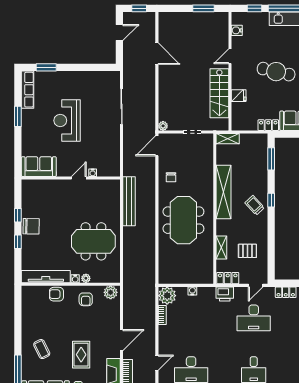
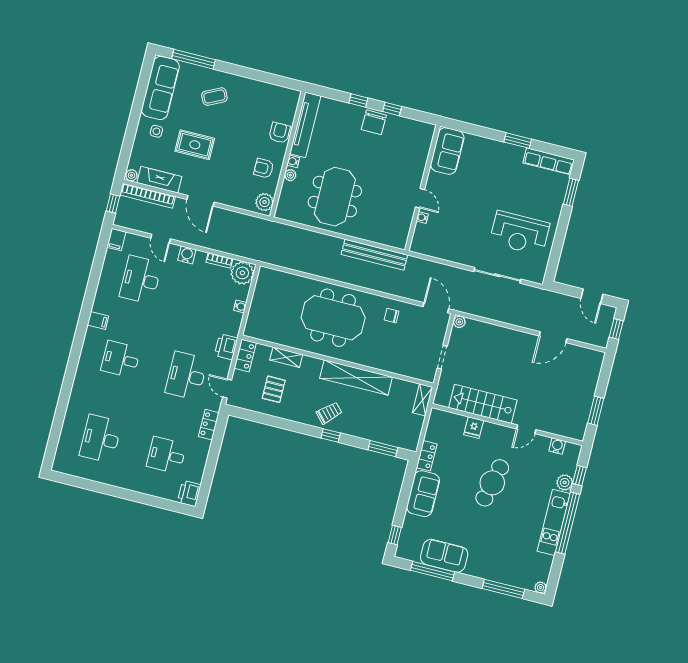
plant: (262, 18) -> (565, 482), added
door: (230, 56) -> (526, 429), swing flipped
reception desk: (67, 120) -> (520, 233), moved, turned 180
water cooler: (164, 340) -> (187, 255), added

